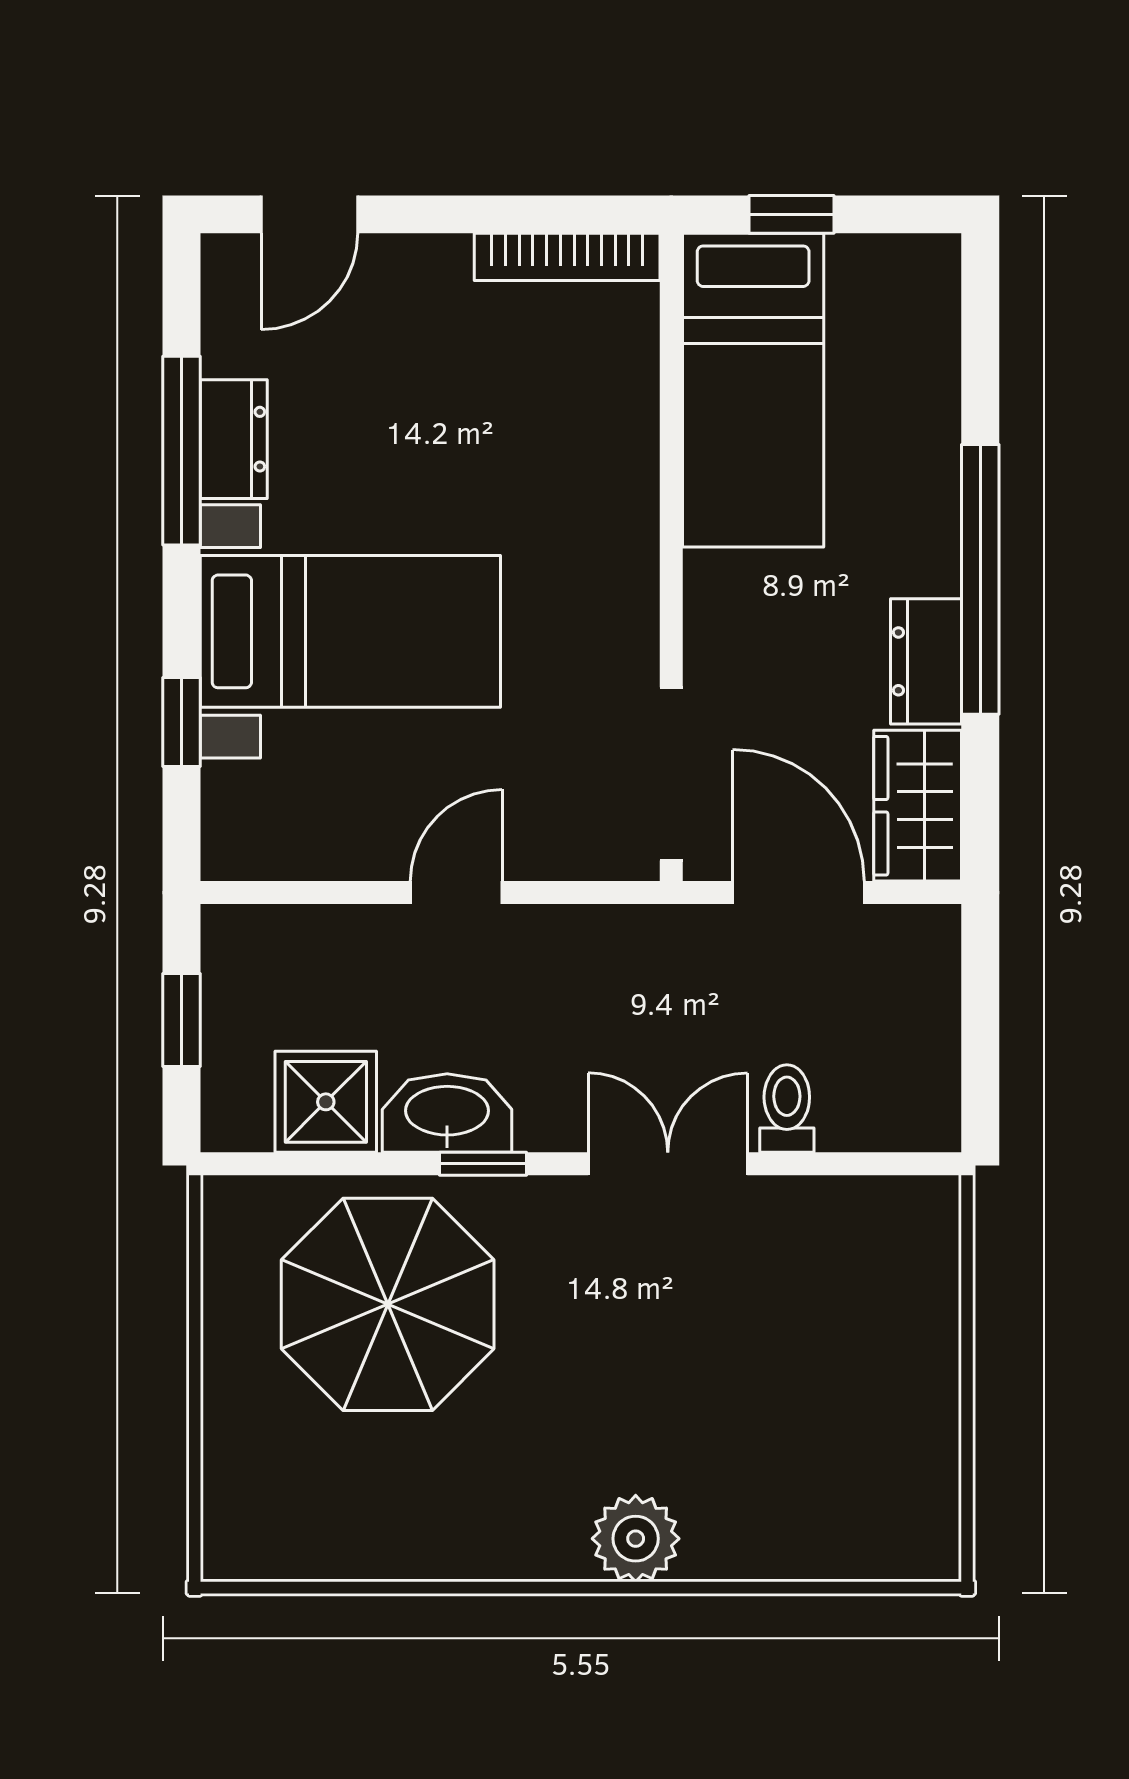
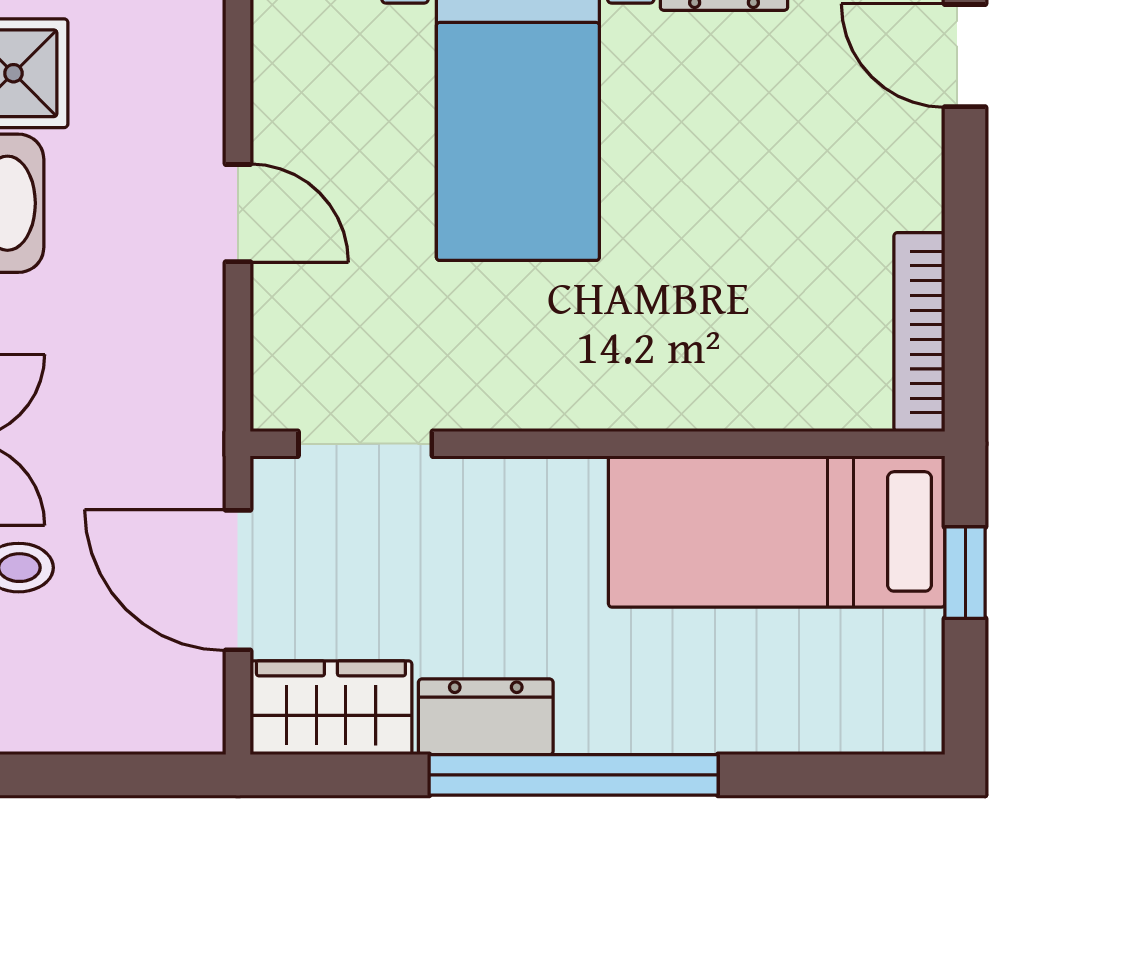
doorway: (671, 774) -> (365, 444), width x0.73
door: (799, 893) -> (238, 580), swing flipped

